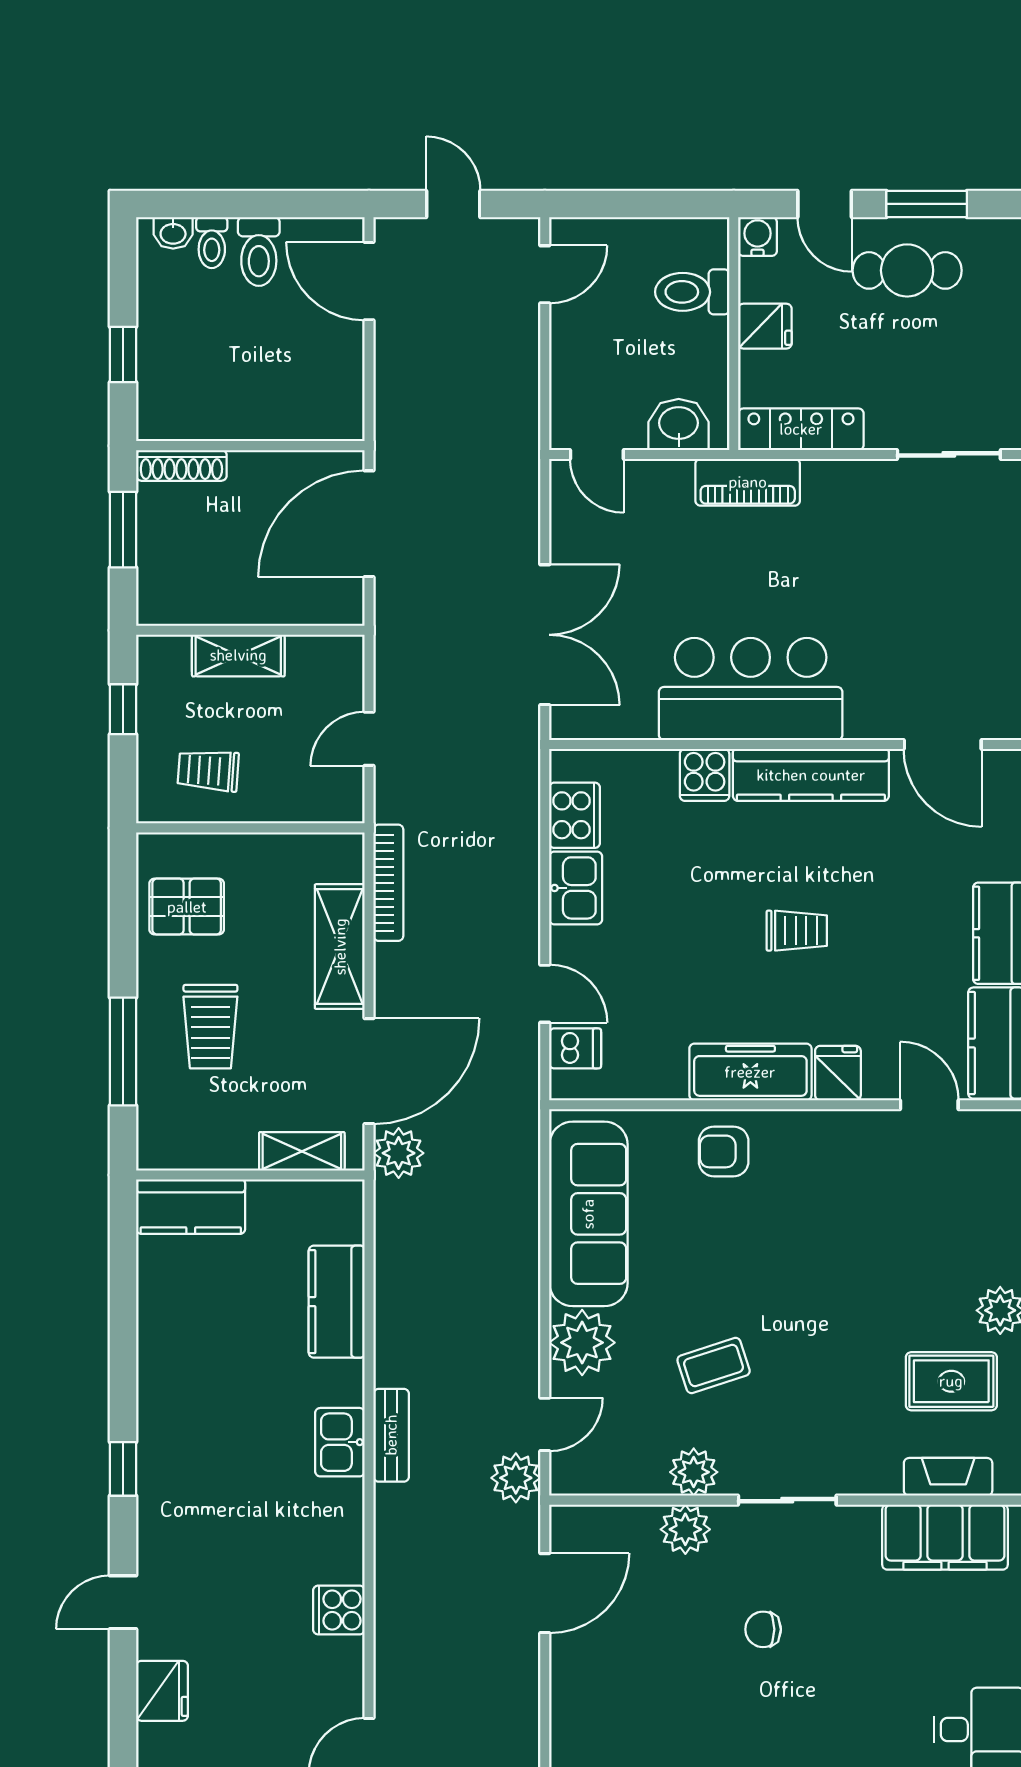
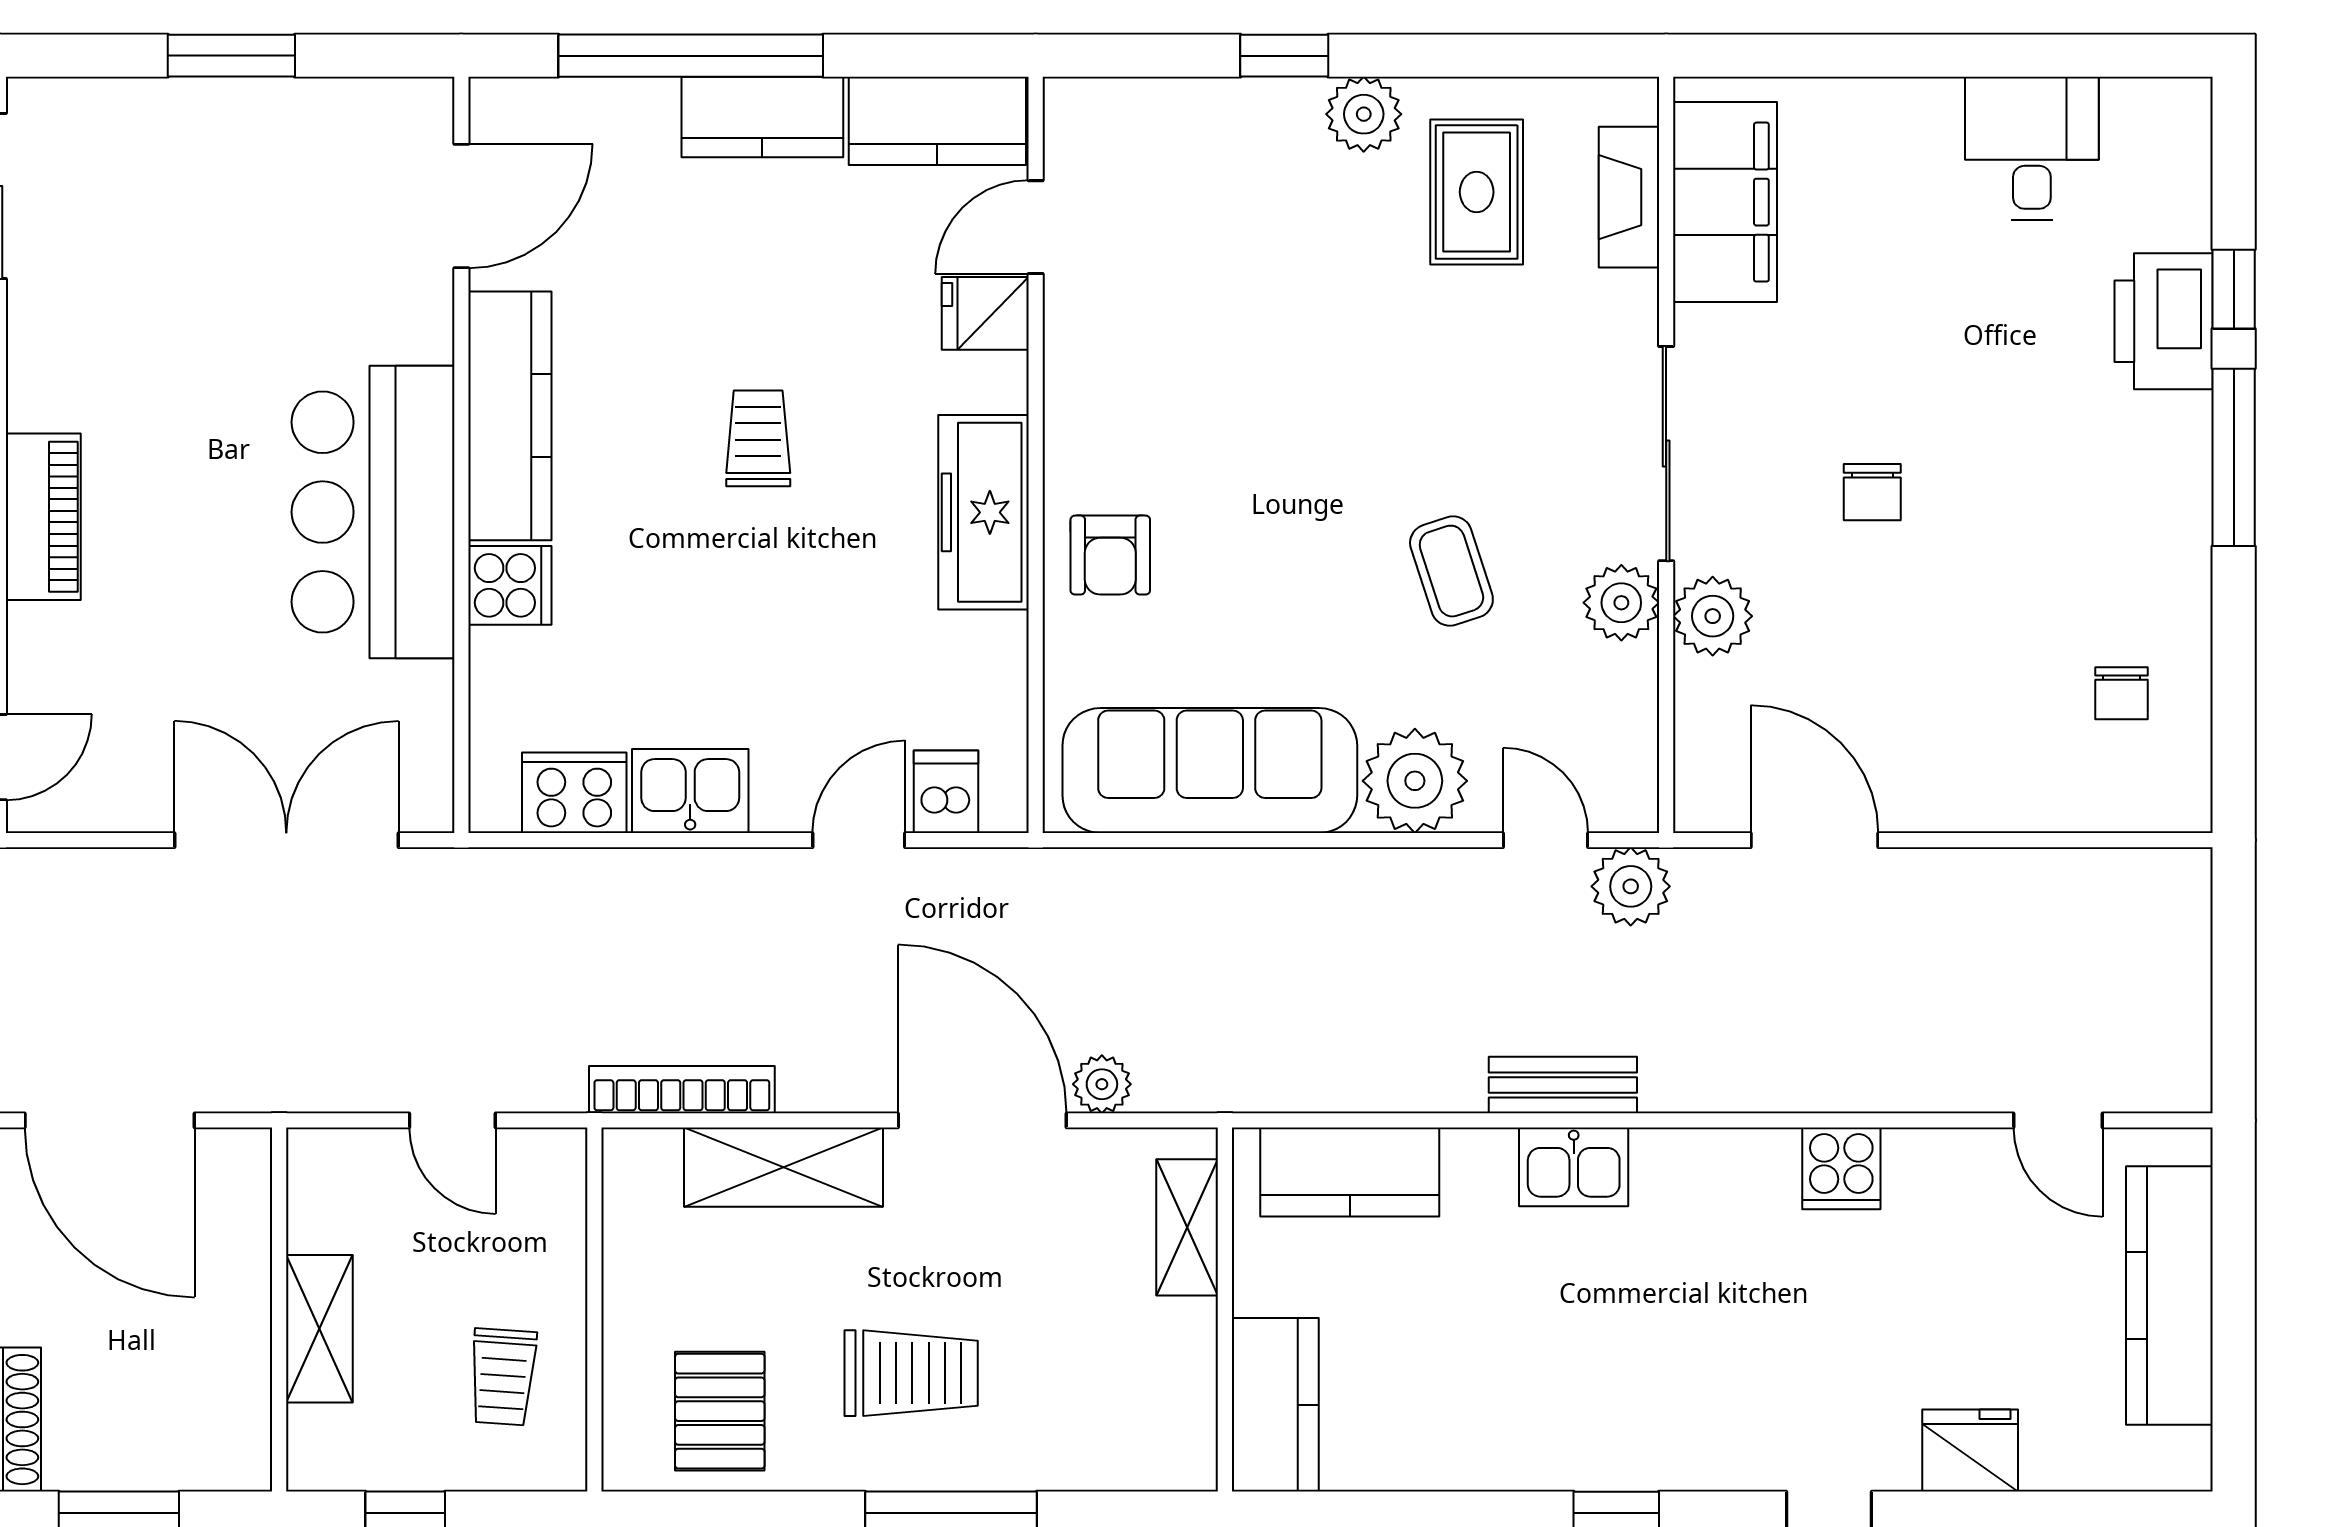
fridge: (838, 1073) -> (985, 313), moved
shelving: (302, 1151) -> (1187, 1227), moved
plant: (399, 1153) -> (1102, 1084), width x0.73, depth x0.73
wall: (250, 1175) -> (1225, 1309), moved
kitchen counter: (191, 1207) -> (1275, 1405), moved
sliding door: (787, 1500) -> (1666, 454), width x1.37

